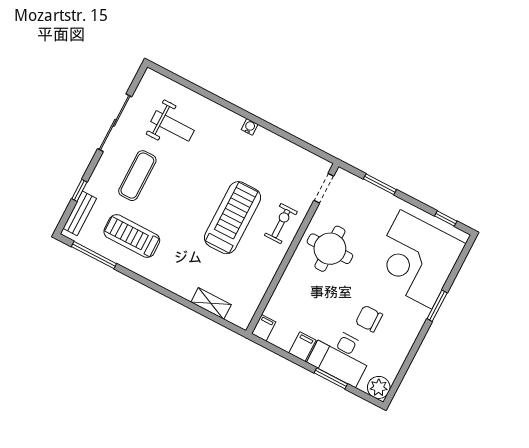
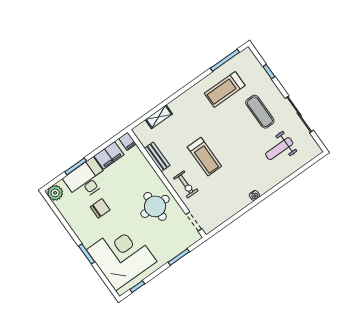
bench: (80, 213) -> (157, 157), moved
treadmill: (232, 218) -> (204, 157), width x0.73, depth x0.73
treadmill: (132, 236) -> (225, 89), turned 180
filing cabinet: (302, 347) -> (109, 155), width x2.00

